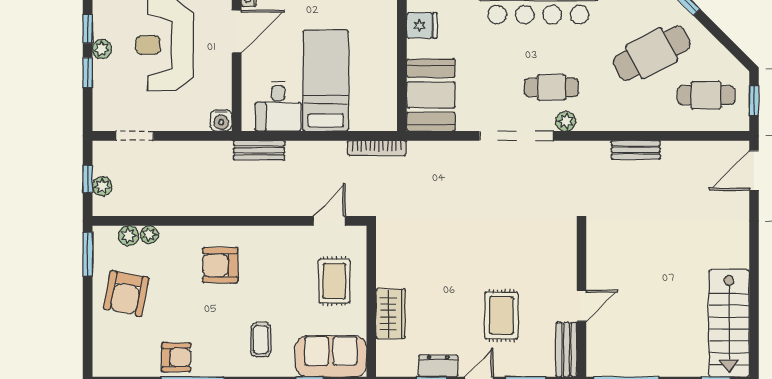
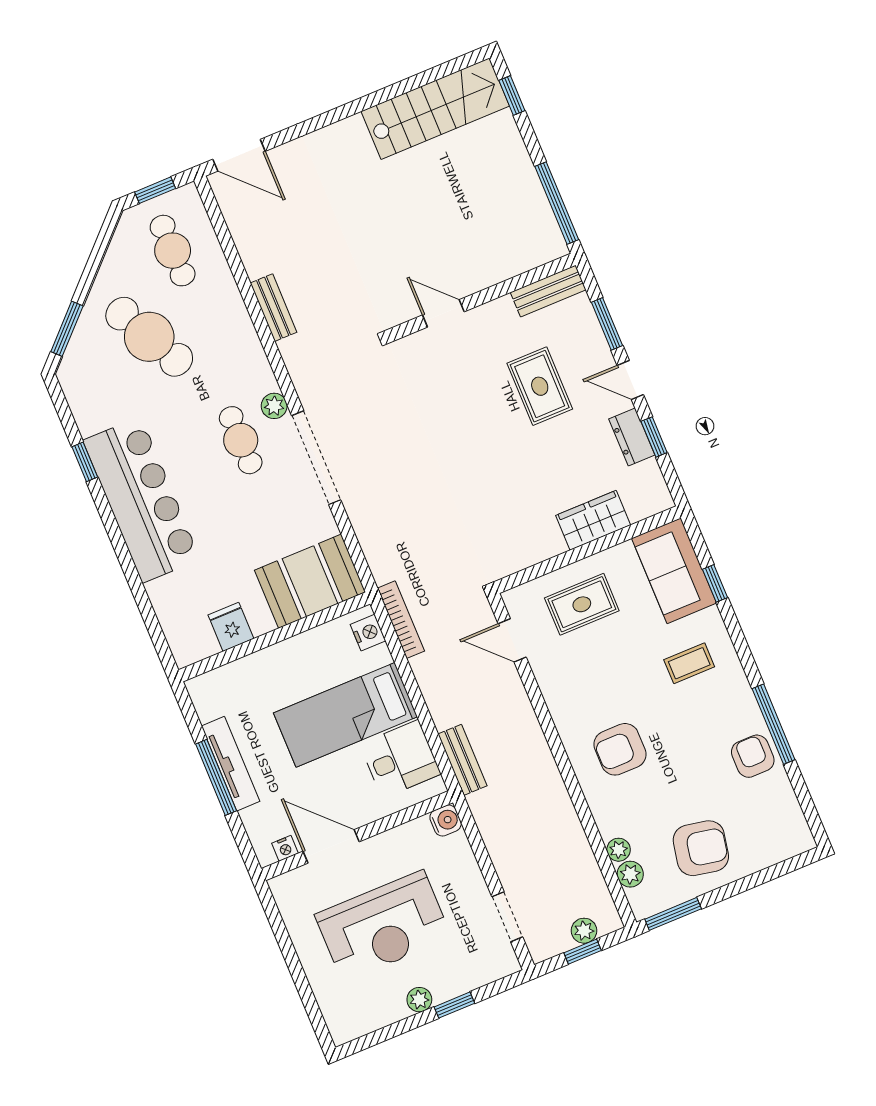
window: (88, 29) -> (402, 1027), removed
nightstand: (377, 121) -> (368, 633), added
armchair: (220, 265) -> (620, 749), turned 90
door: (582, 306) -> (443, 313), moved
rug: (501, 315) -> (540, 386), turned 90

